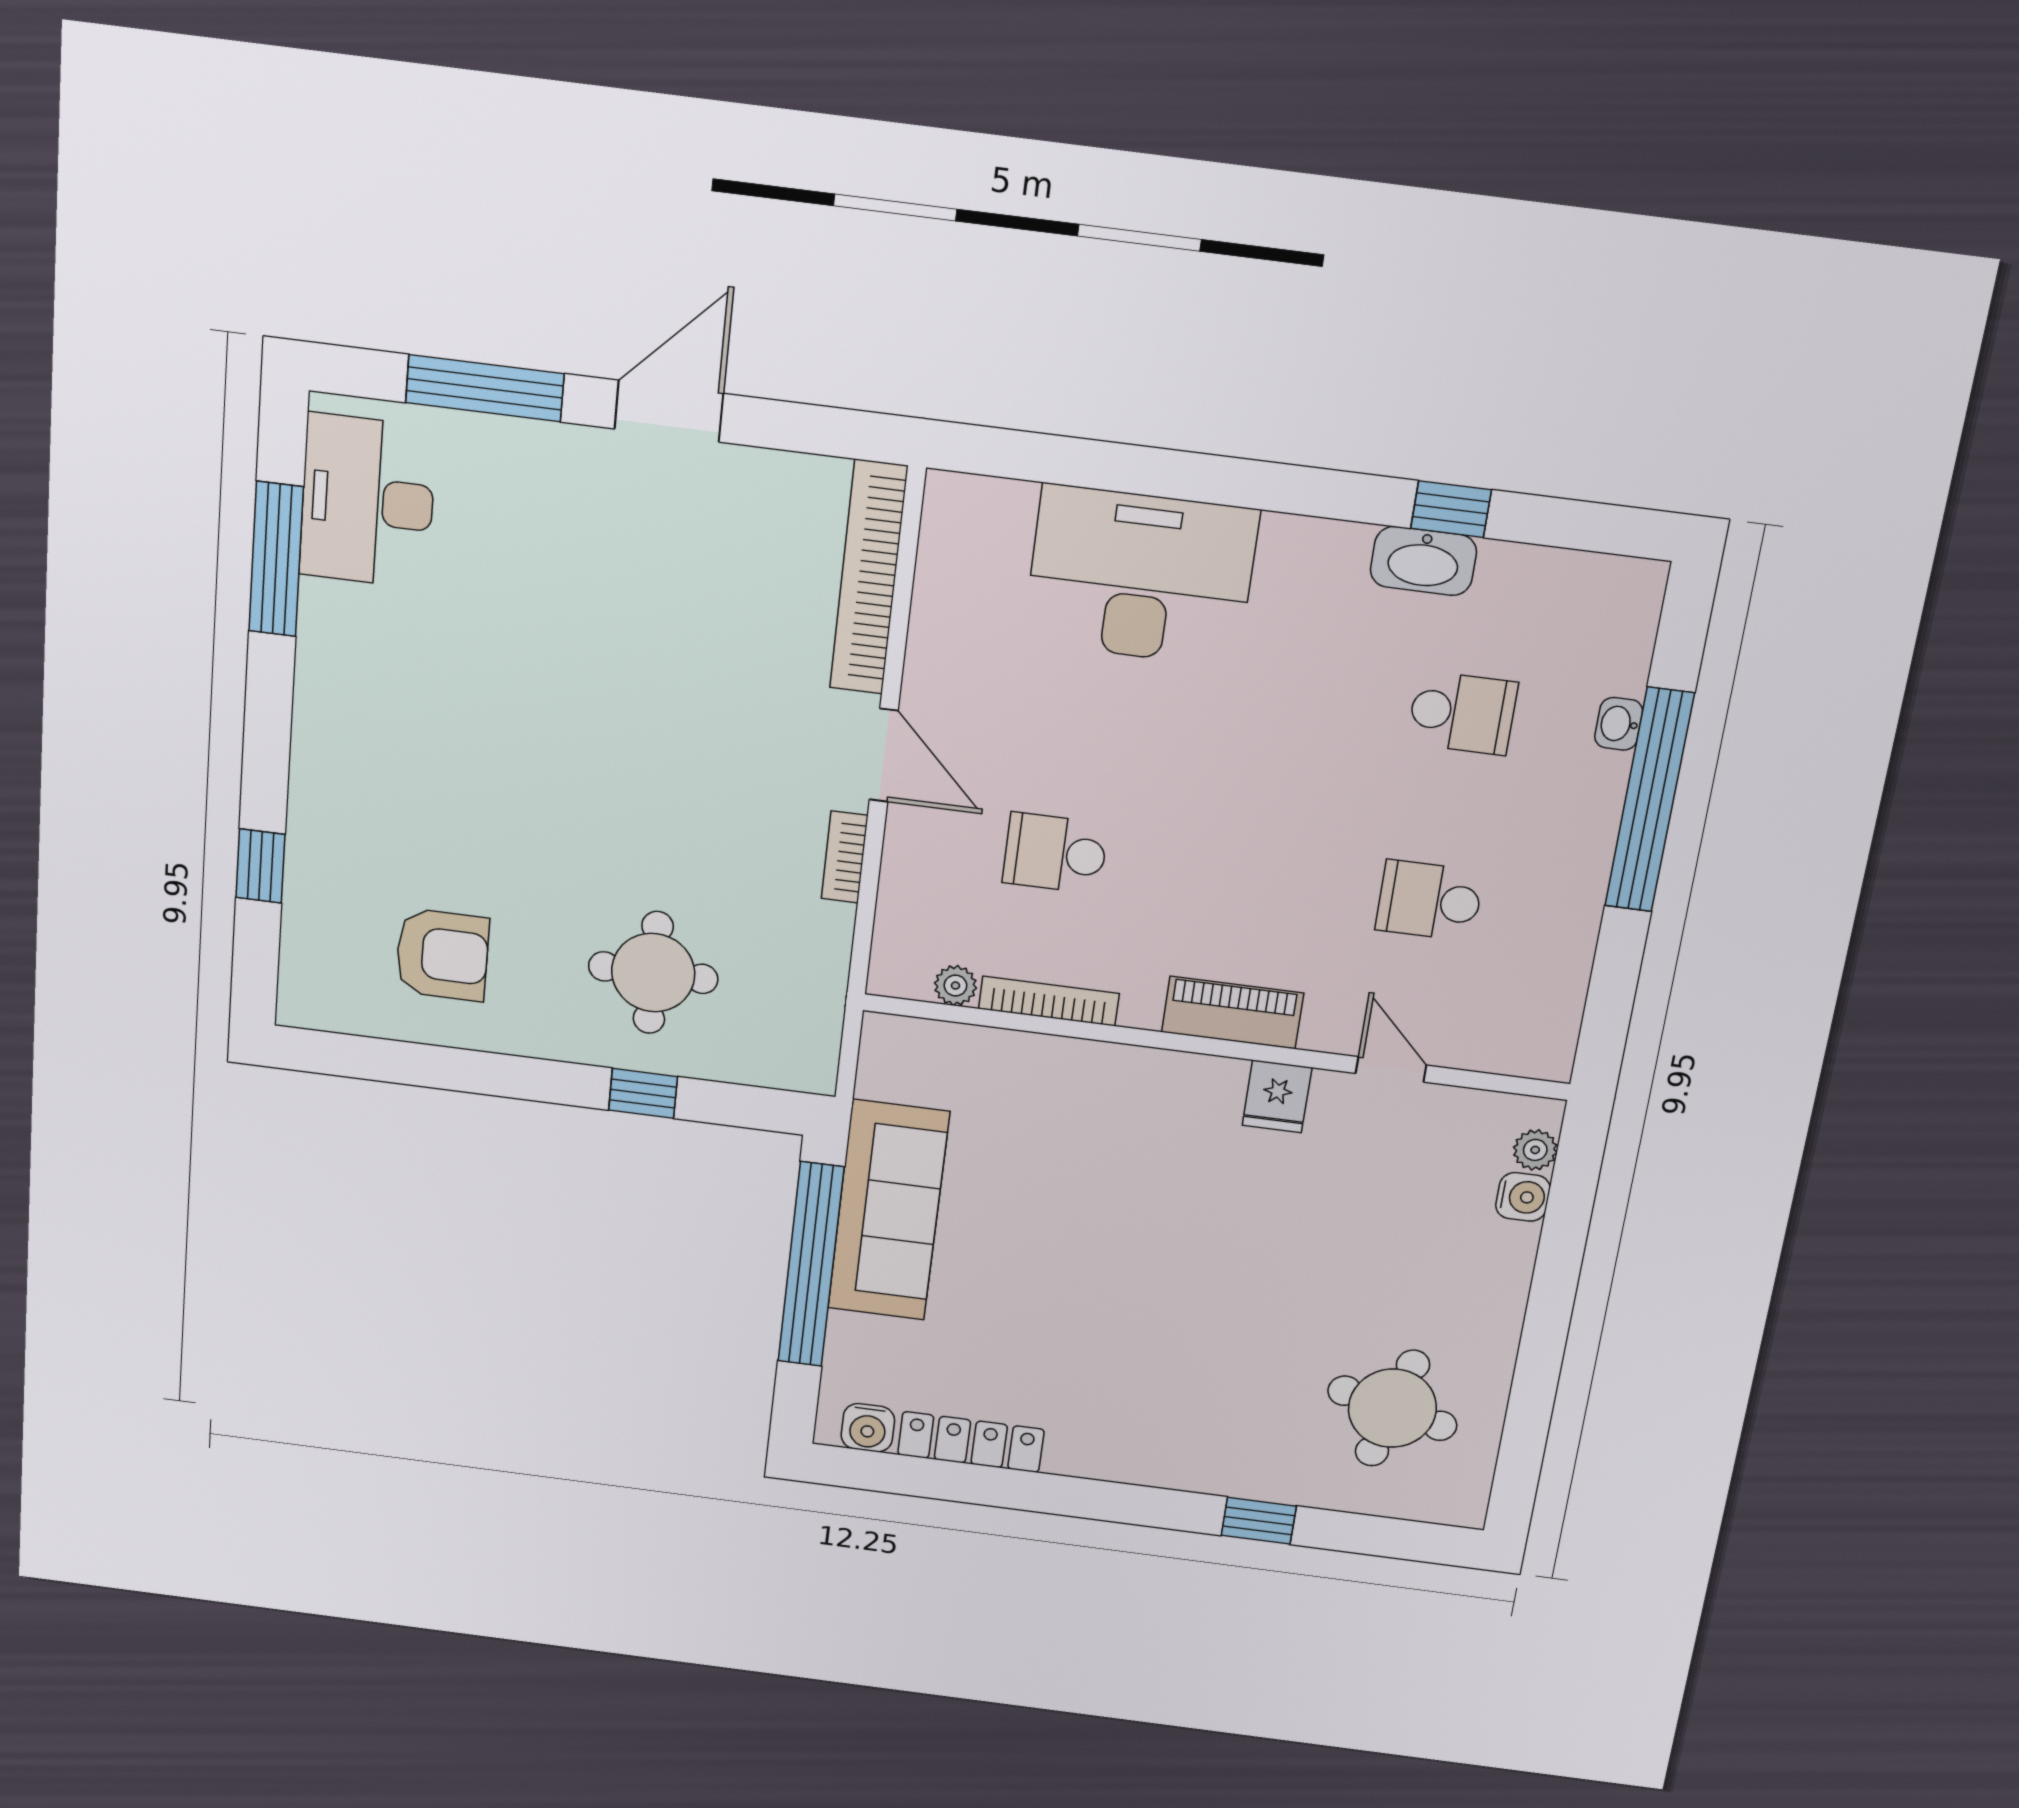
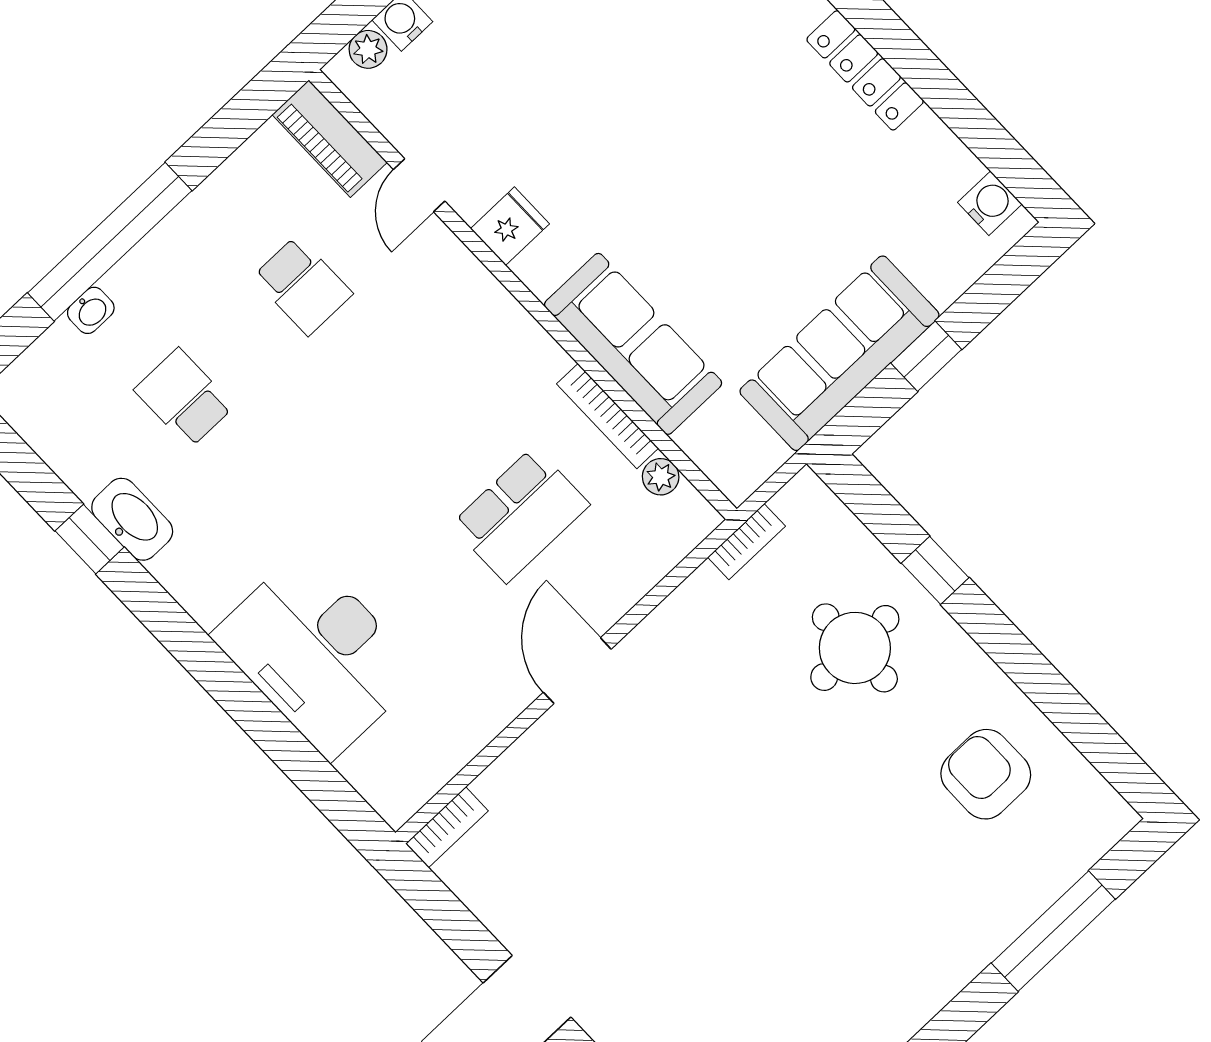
bookcase: (869, 578) -> (447, 827), width x0.43, depth x0.76
school desk: (1055, 853) -> (520, 515), width x1.85
bookcase: (845, 857) -> (746, 542), moved
window: (260, 866) -> (1053, 931), width x2.17
piano: (1233, 1013) -> (330, 139), moved
sofa: (1079, 1080) -> (633, 344), added
window: (811, 1265) -> (926, 356), width x0.32
locker: (971, 1442) -> (865, 70), moved

